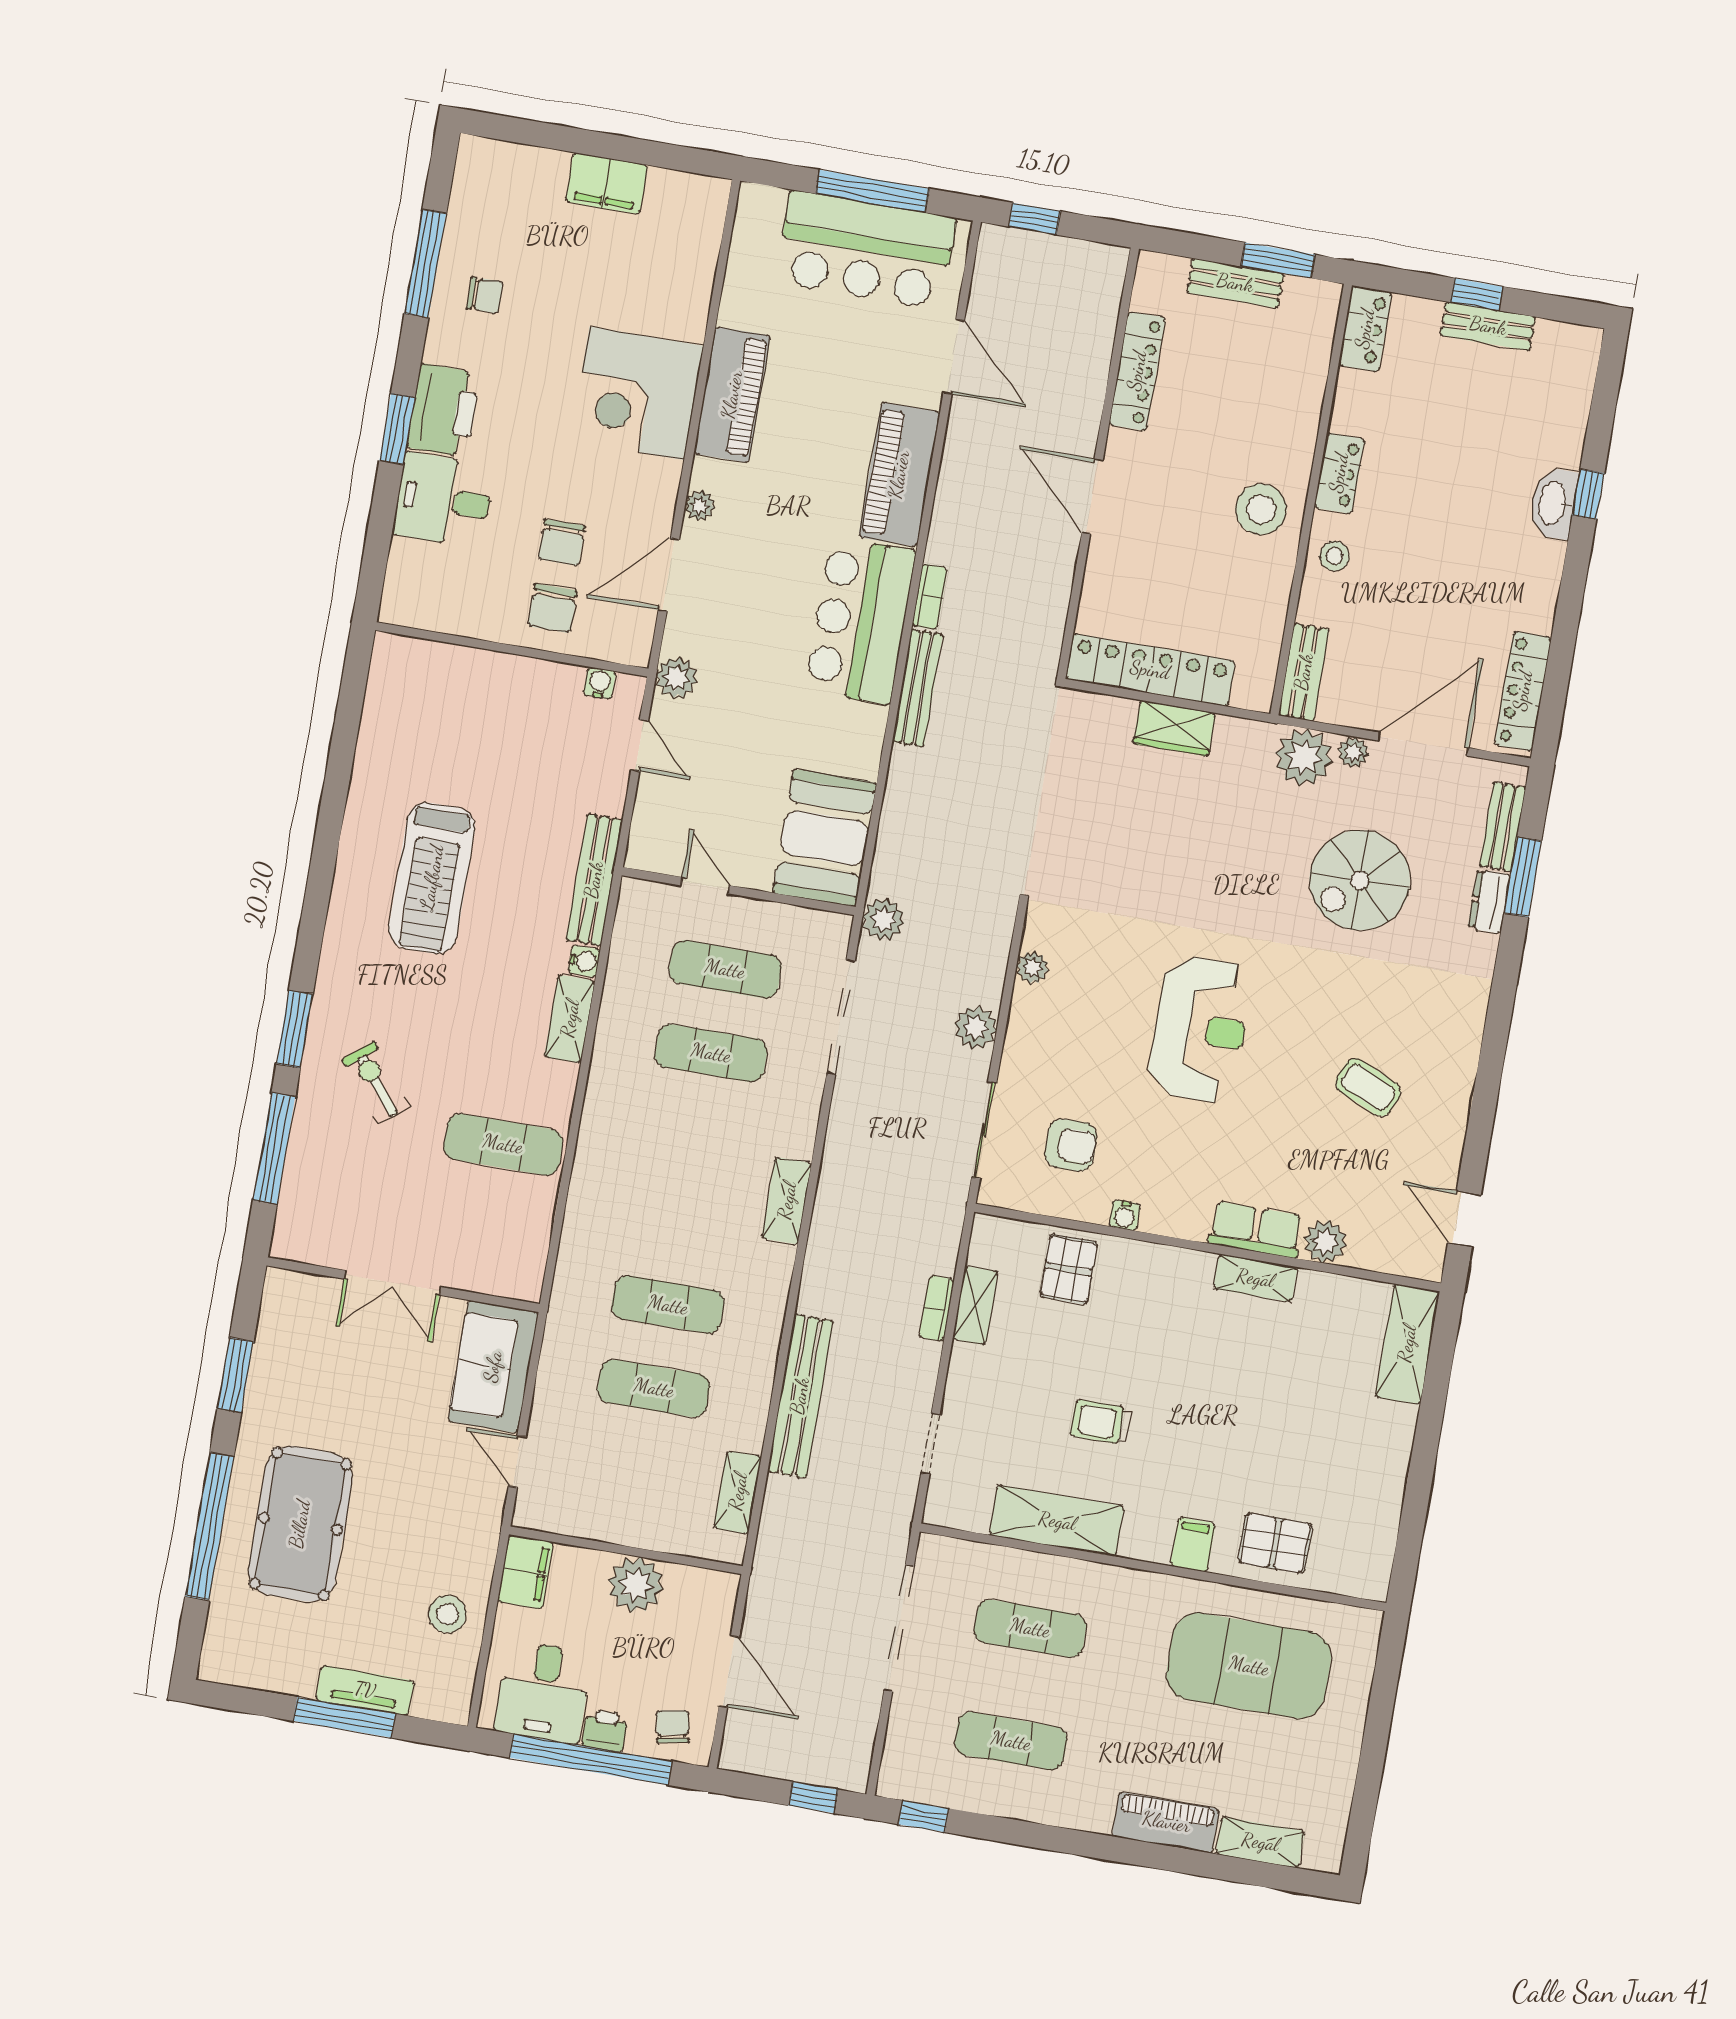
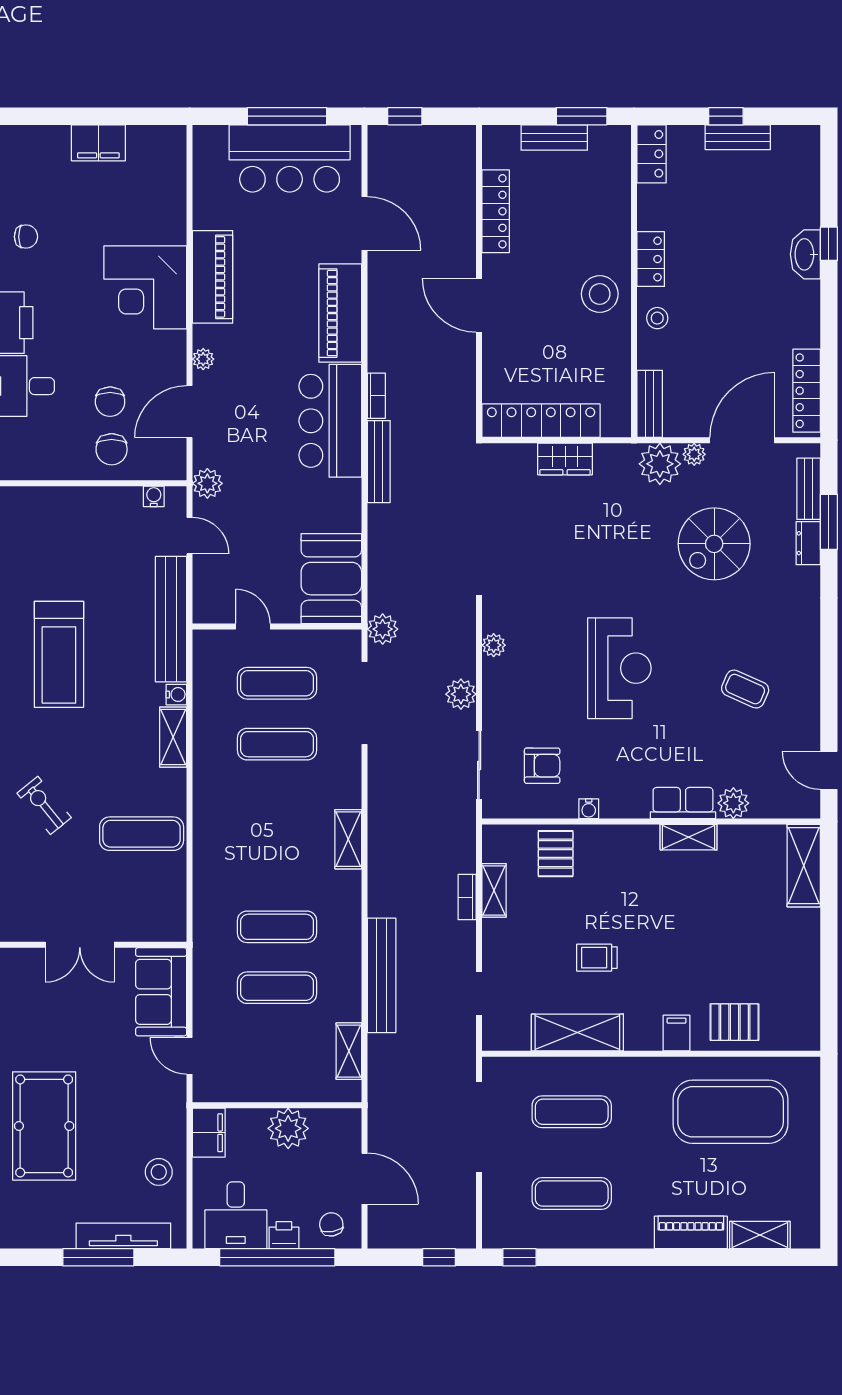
bench: (594, 880) -> (171, 619), width x1.37, depth x1.21
tv unit: (365, 1690) -> (123, 1236), width x1.41

